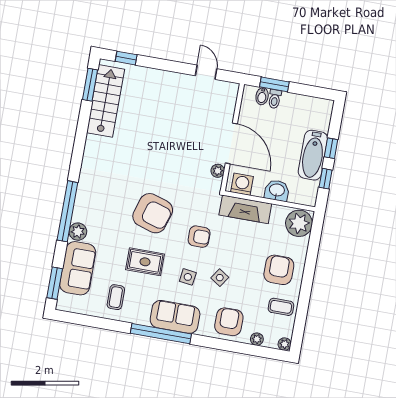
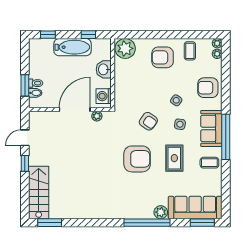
window: (126, 58) -> (25, 163), moved
stairs: (106, 101) -> (39, 193), moved, turned 90
window: (331, 148) -> (48, 35), moved
fireplace: (245, 209) -> (122, 90), removed
armchair: (153, 213) -> (137, 159), turned 73
armchair: (199, 237) -> (148, 121), turned 125
sofa: (78, 268) -> (195, 207), width x1.36
coffee table: (116, 297) -> (209, 163), moved
plant: (257, 339) -> (217, 54), moved

